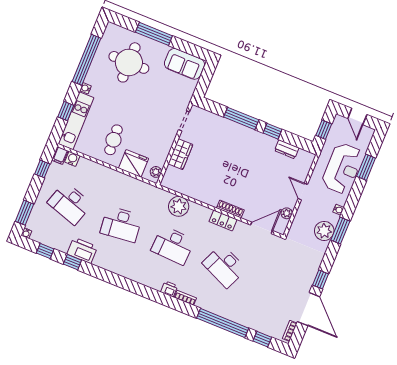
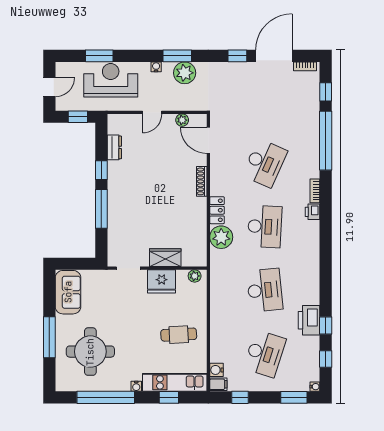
fridge: (134, 163) -> (162, 281), moved, turned -90
locker: (223, 220) -> (217, 210), moved

